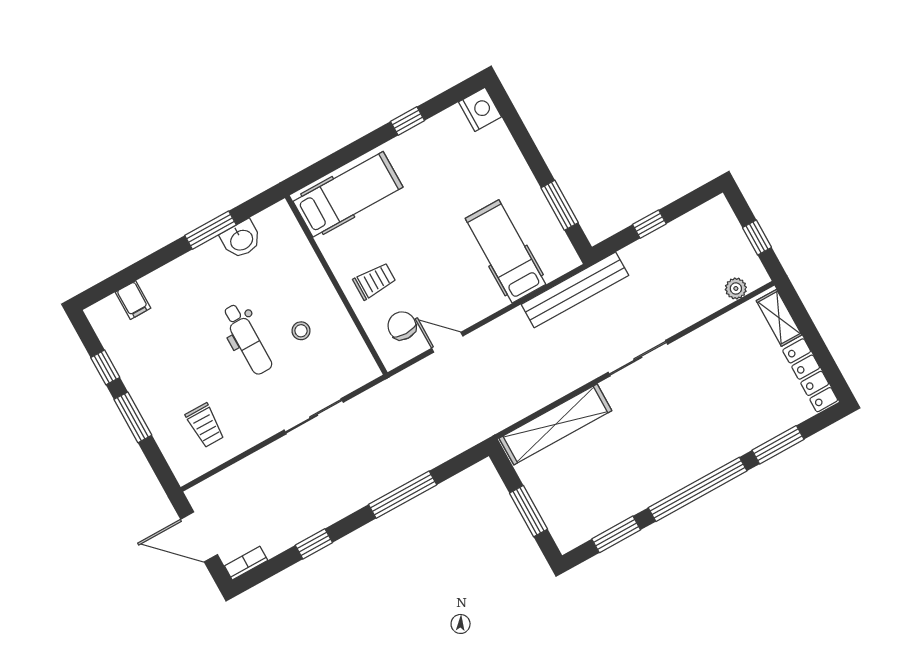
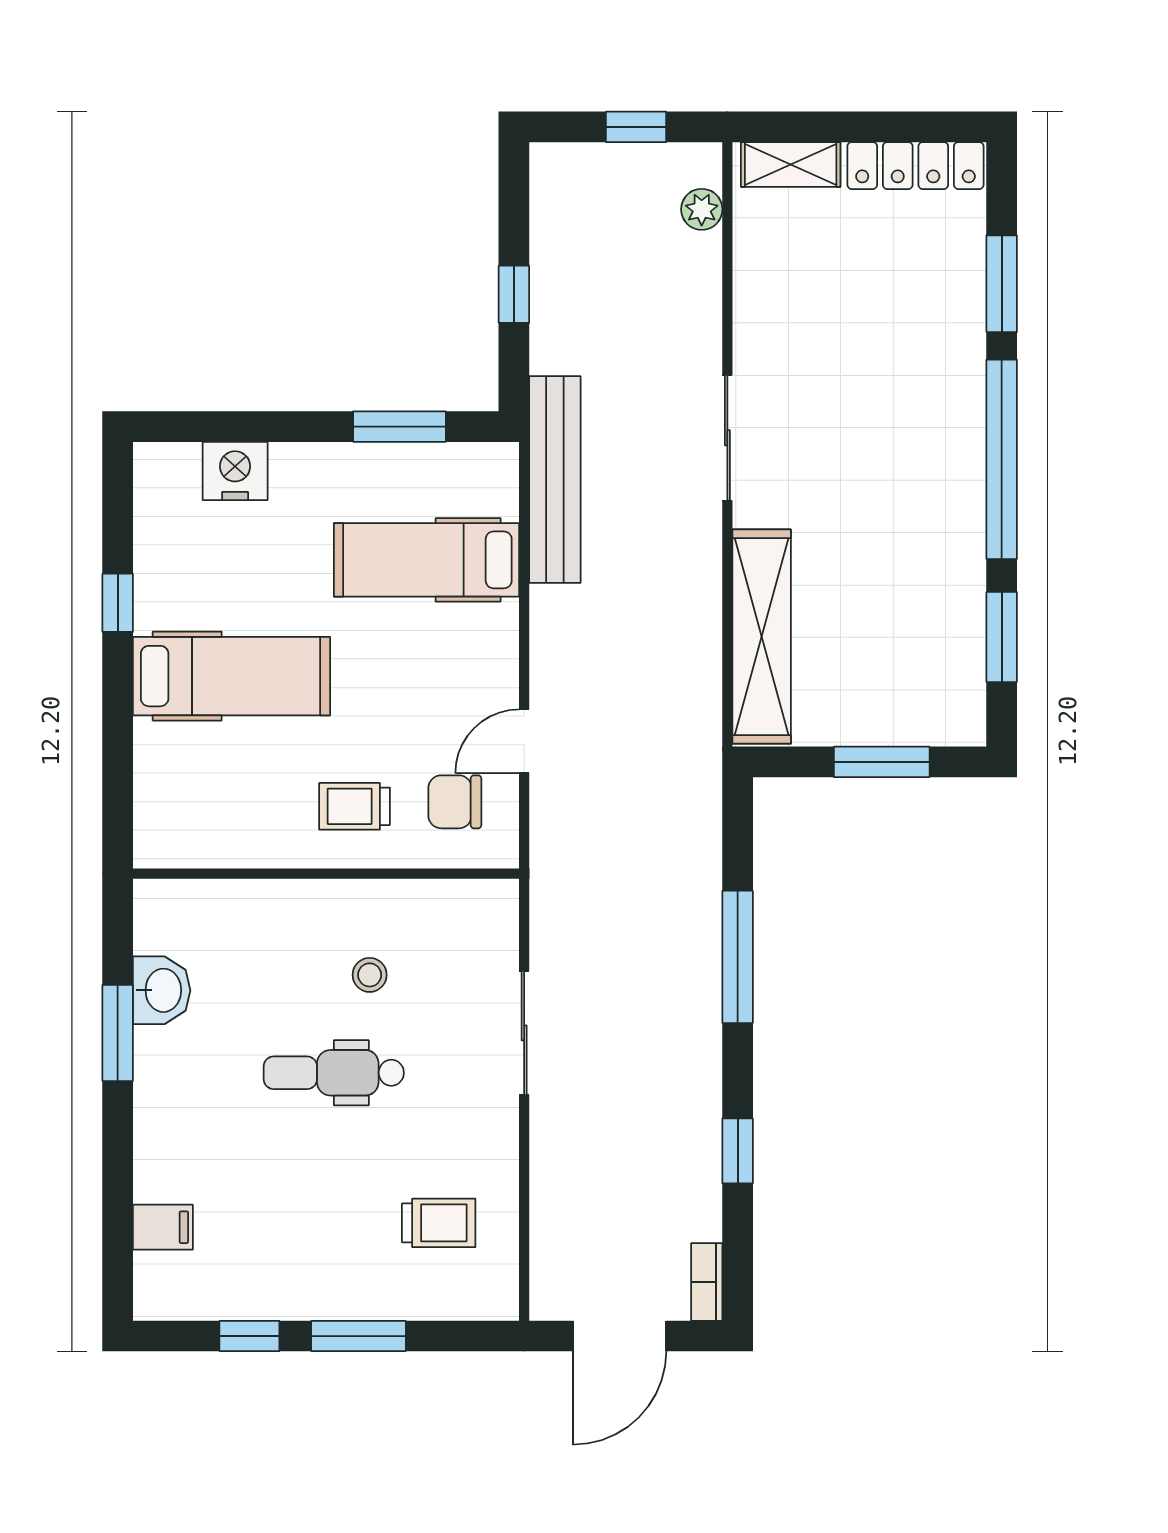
nightstand: (480, 109) -> (235, 471), moved
hospital bed: (348, 194) -> (232, 676), moved, turned 90
trolley: (374, 281) -> (355, 806), turned -90
dental chair: (247, 339) -> (334, 1073), turned 180

